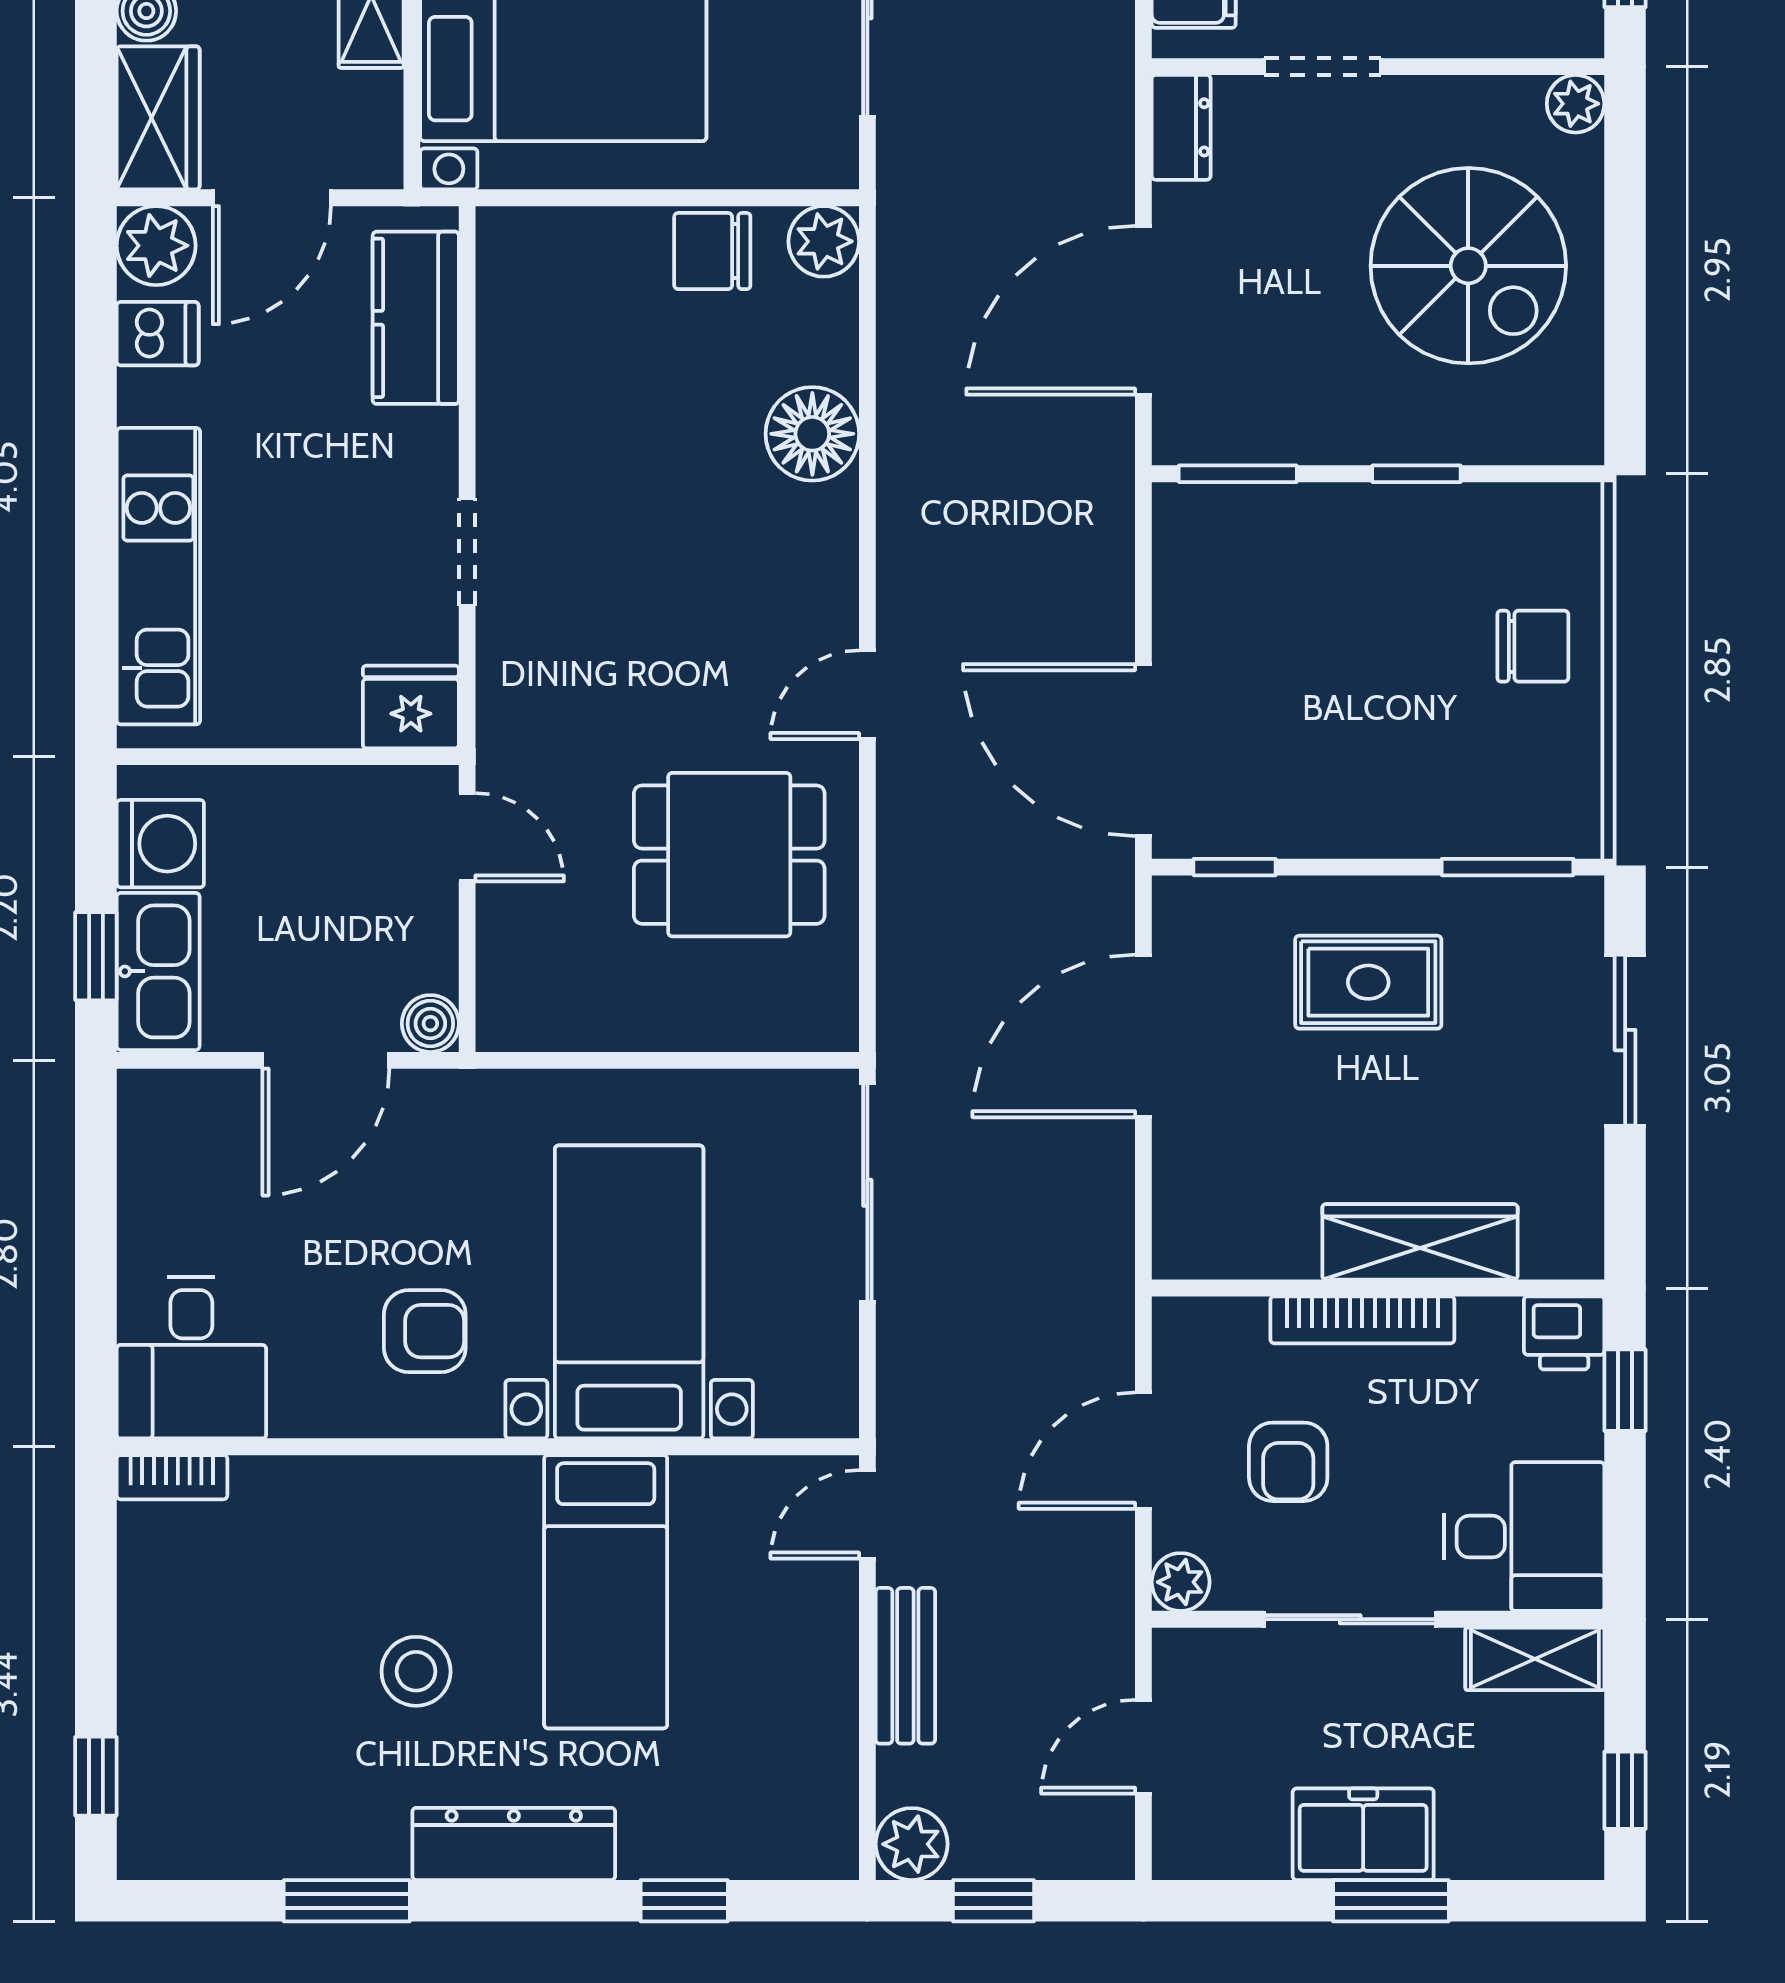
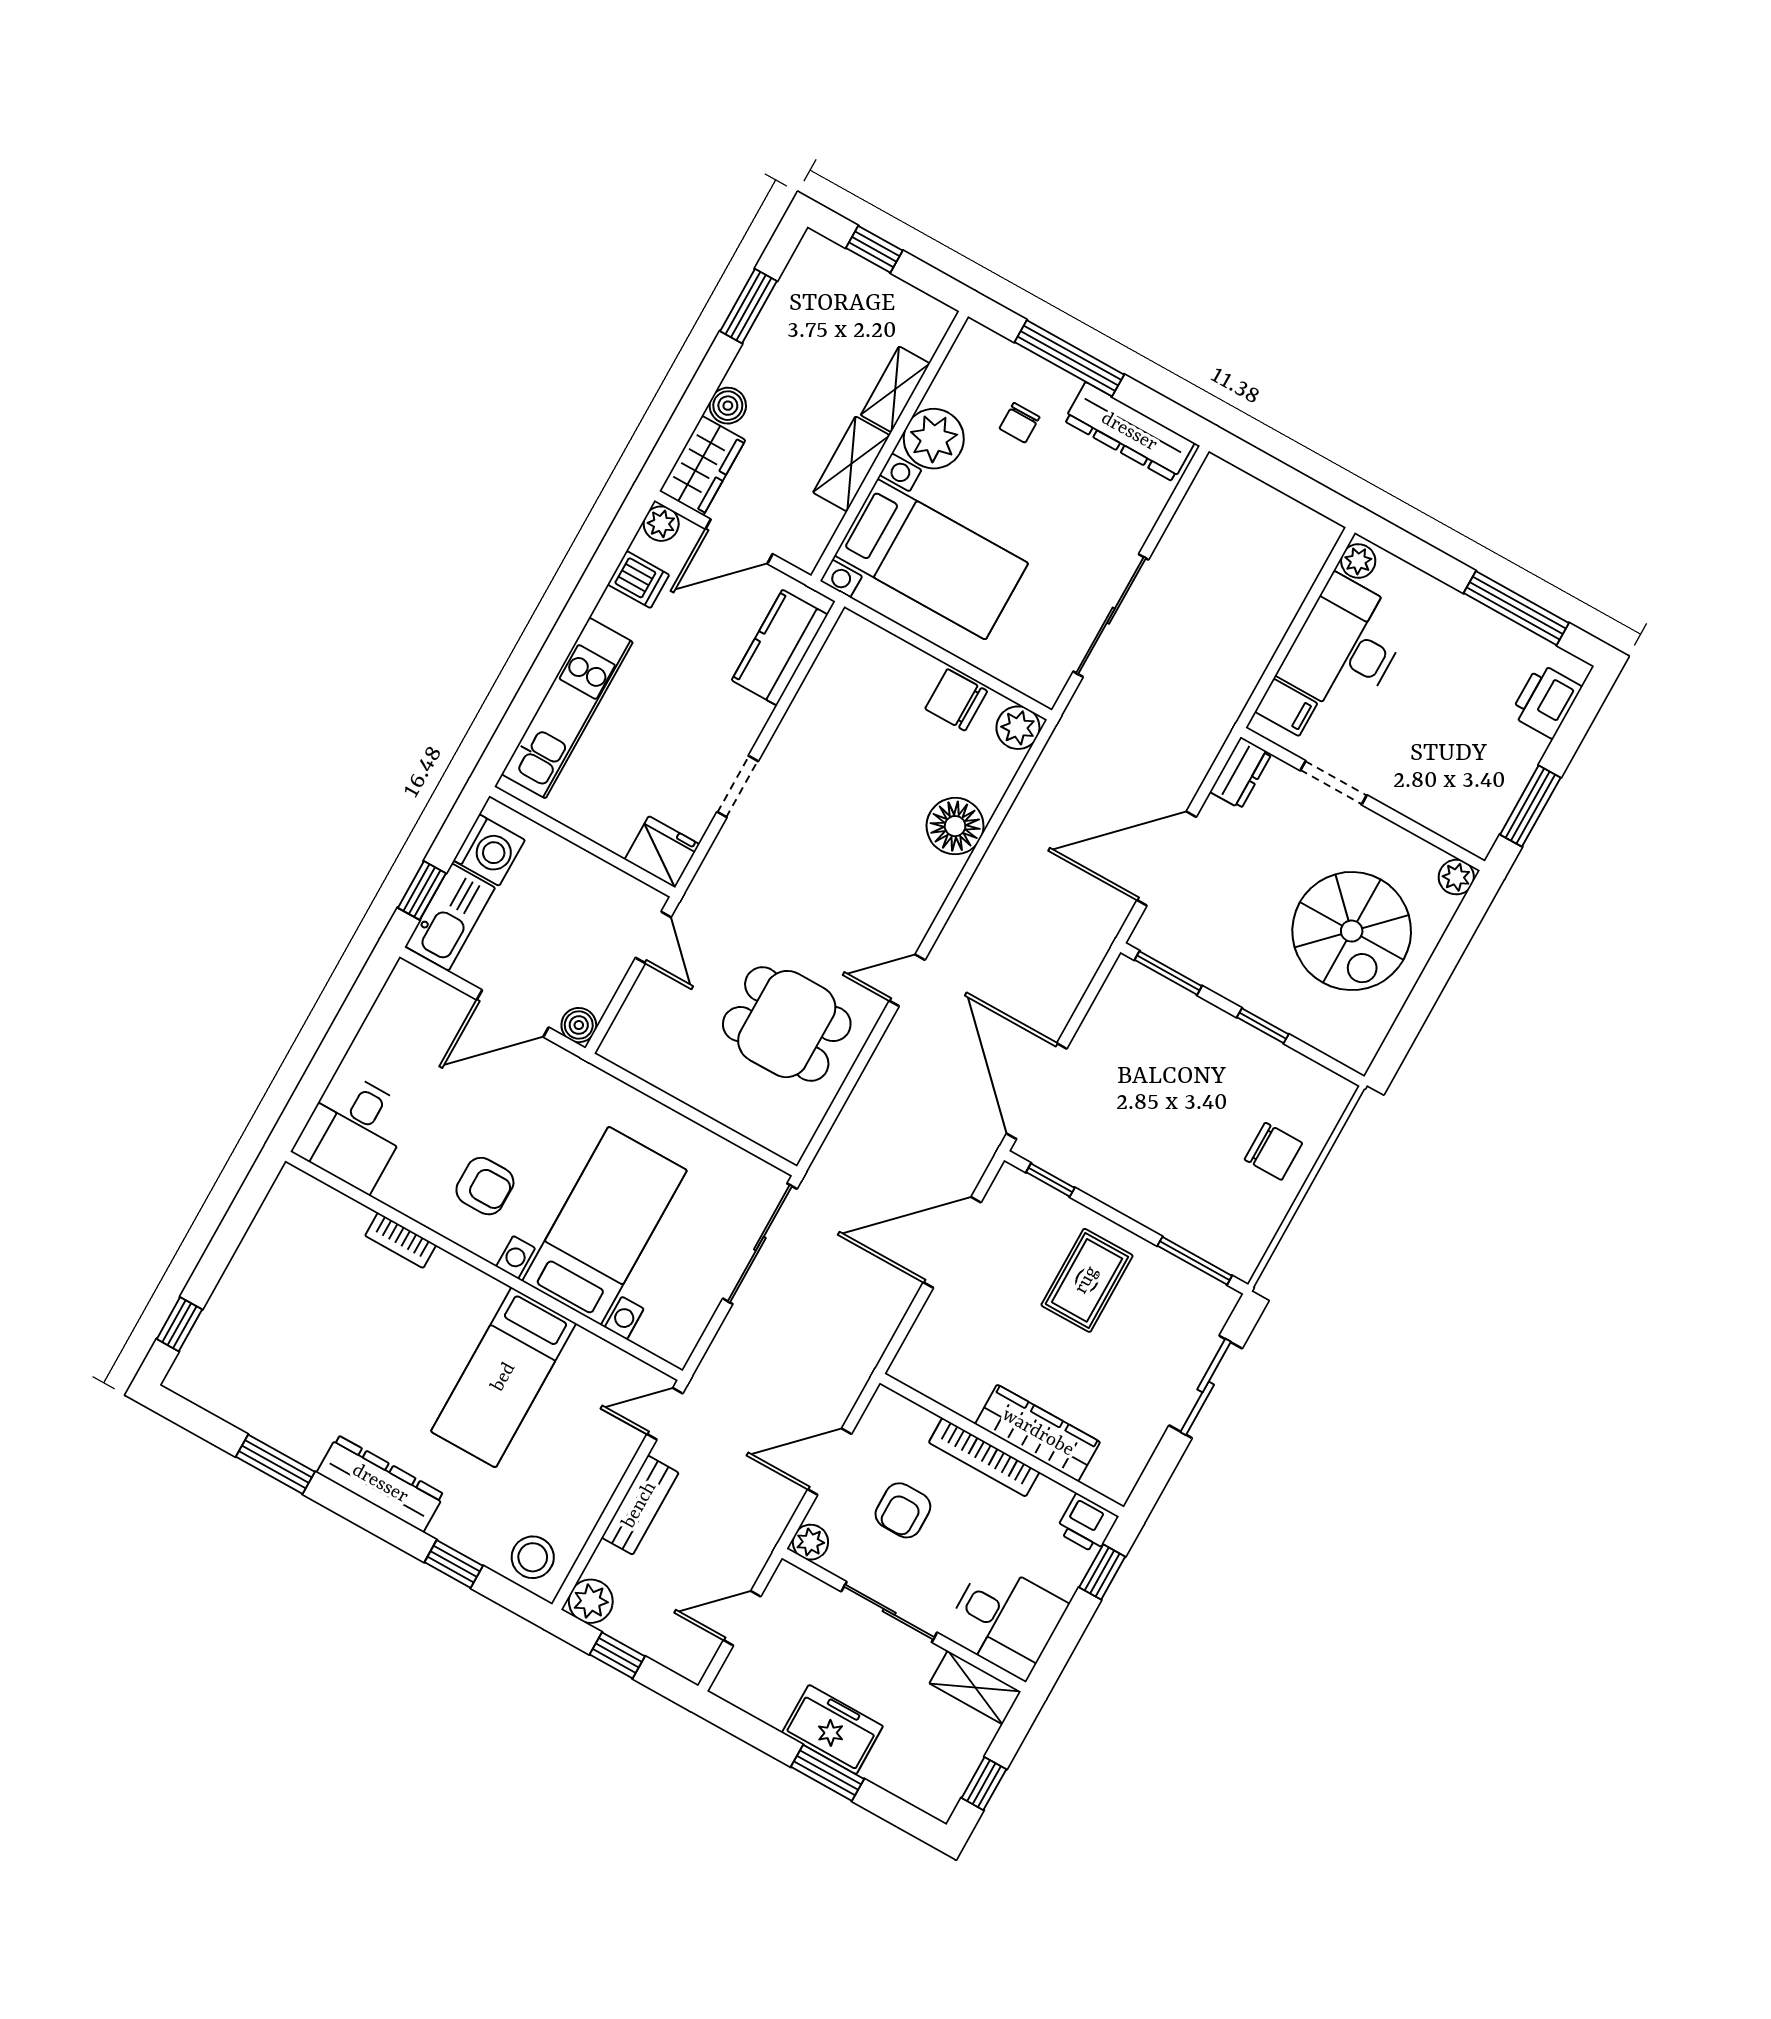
plant: (156, 246) -> (661, 524), width x0.73, depth x0.73
rug: (1368, 982) -> (1087, 1280), turned 90
bookcase: (172, 1477) -> (401, 1240), moved
stool: (416, 1671) -> (533, 1557), moved

